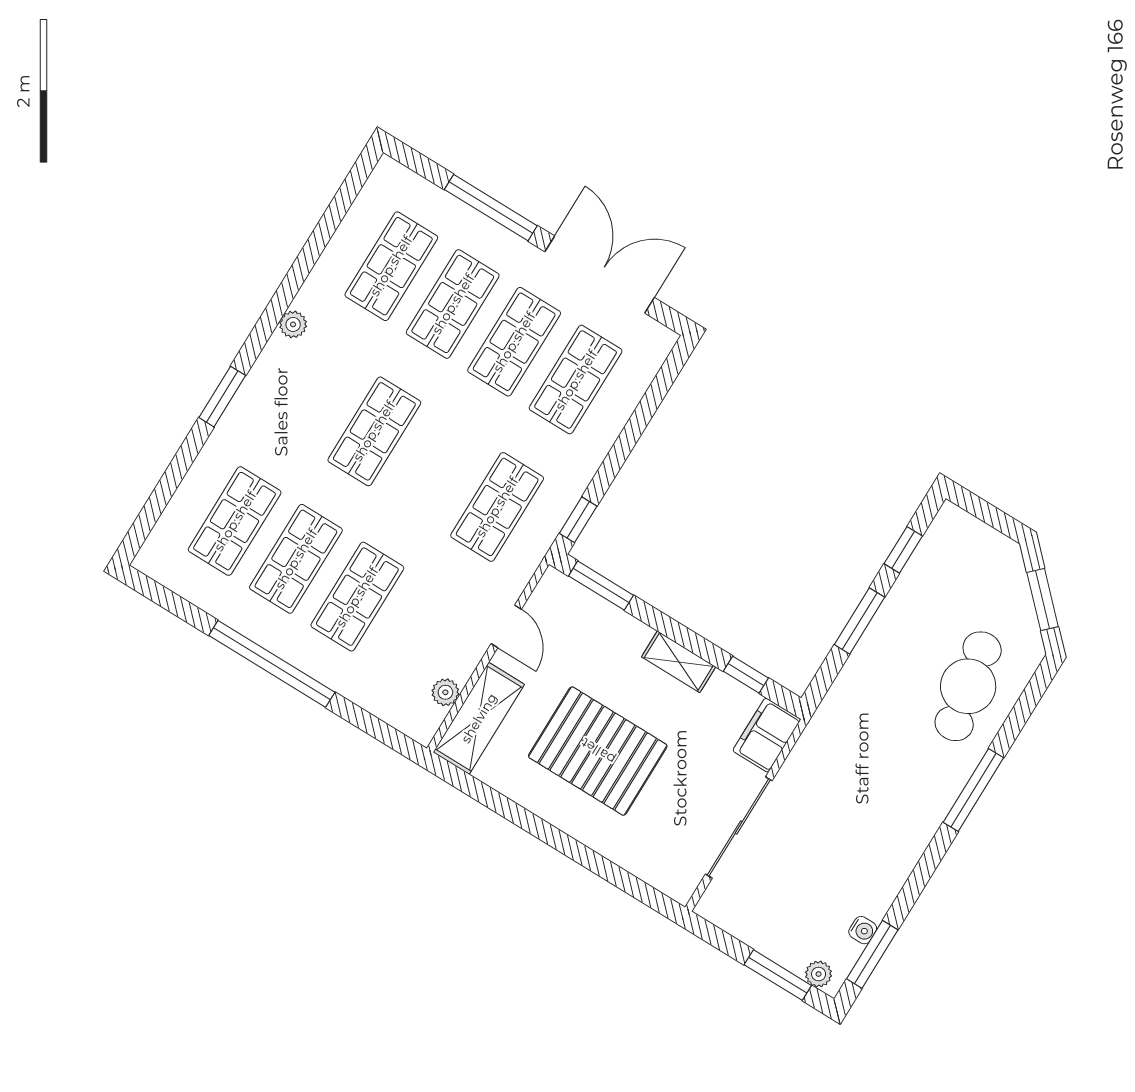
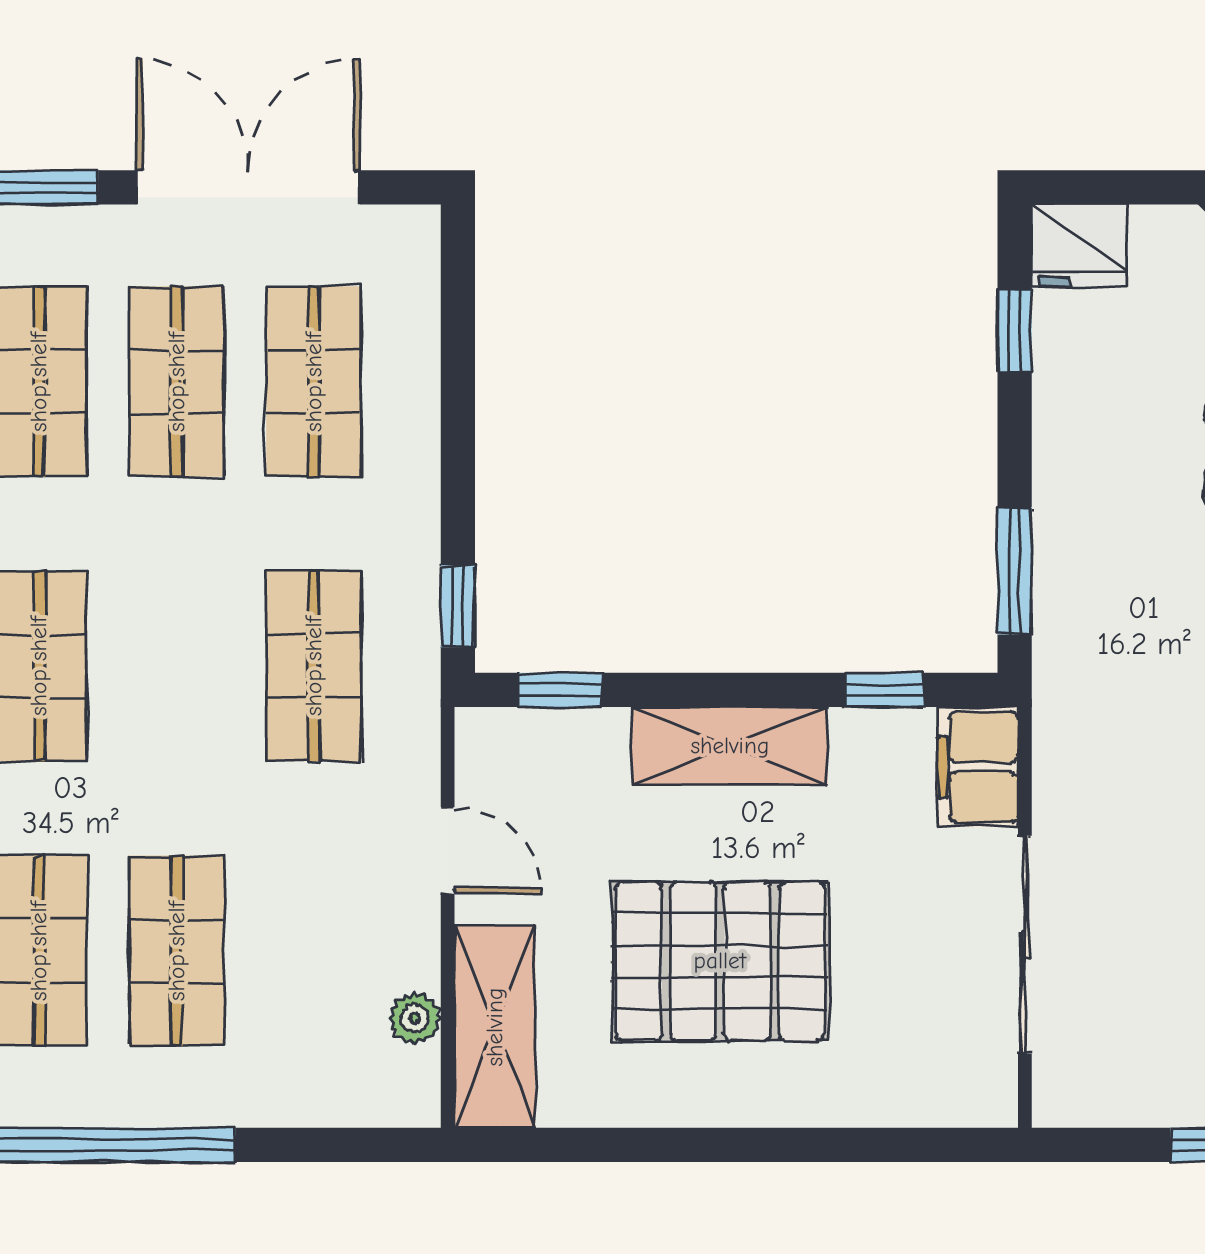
fridge: (956, 529) -> (1079, 245), added
window: (601, 586) -> (560, 690), width x0.67
window: (860, 621) -> (1015, 571), moved
shelving: (679, 662) -> (730, 746), width x1.50, depth x1.33

